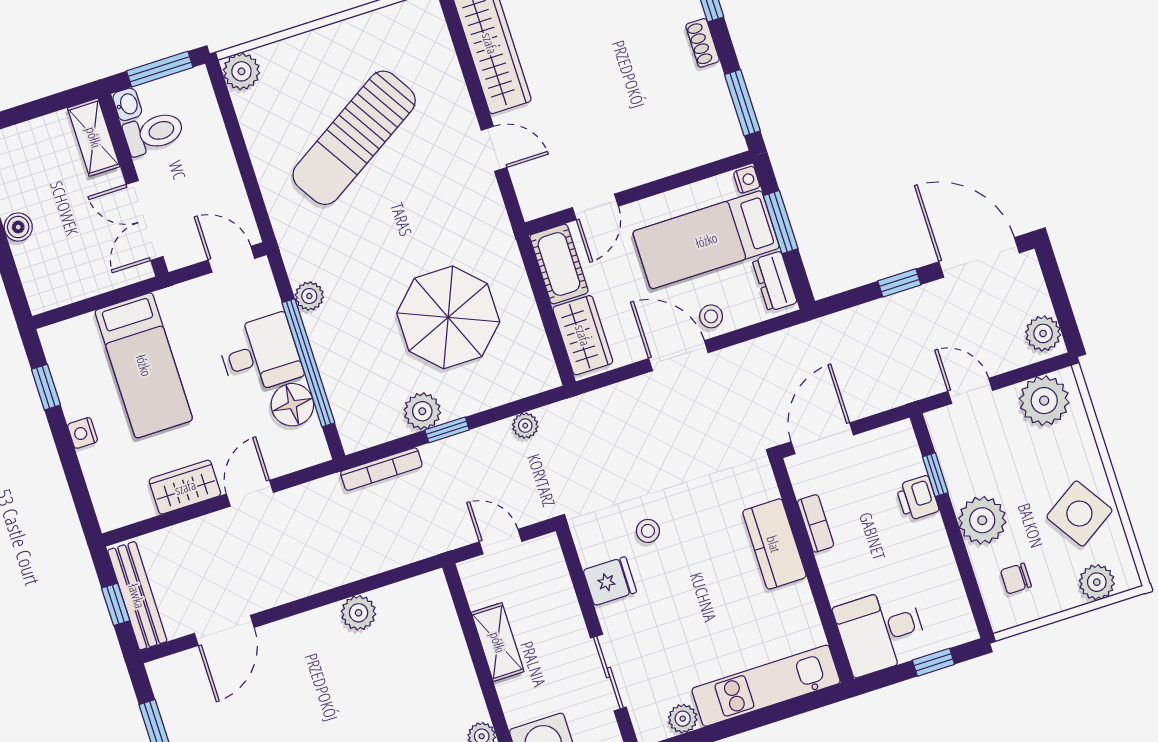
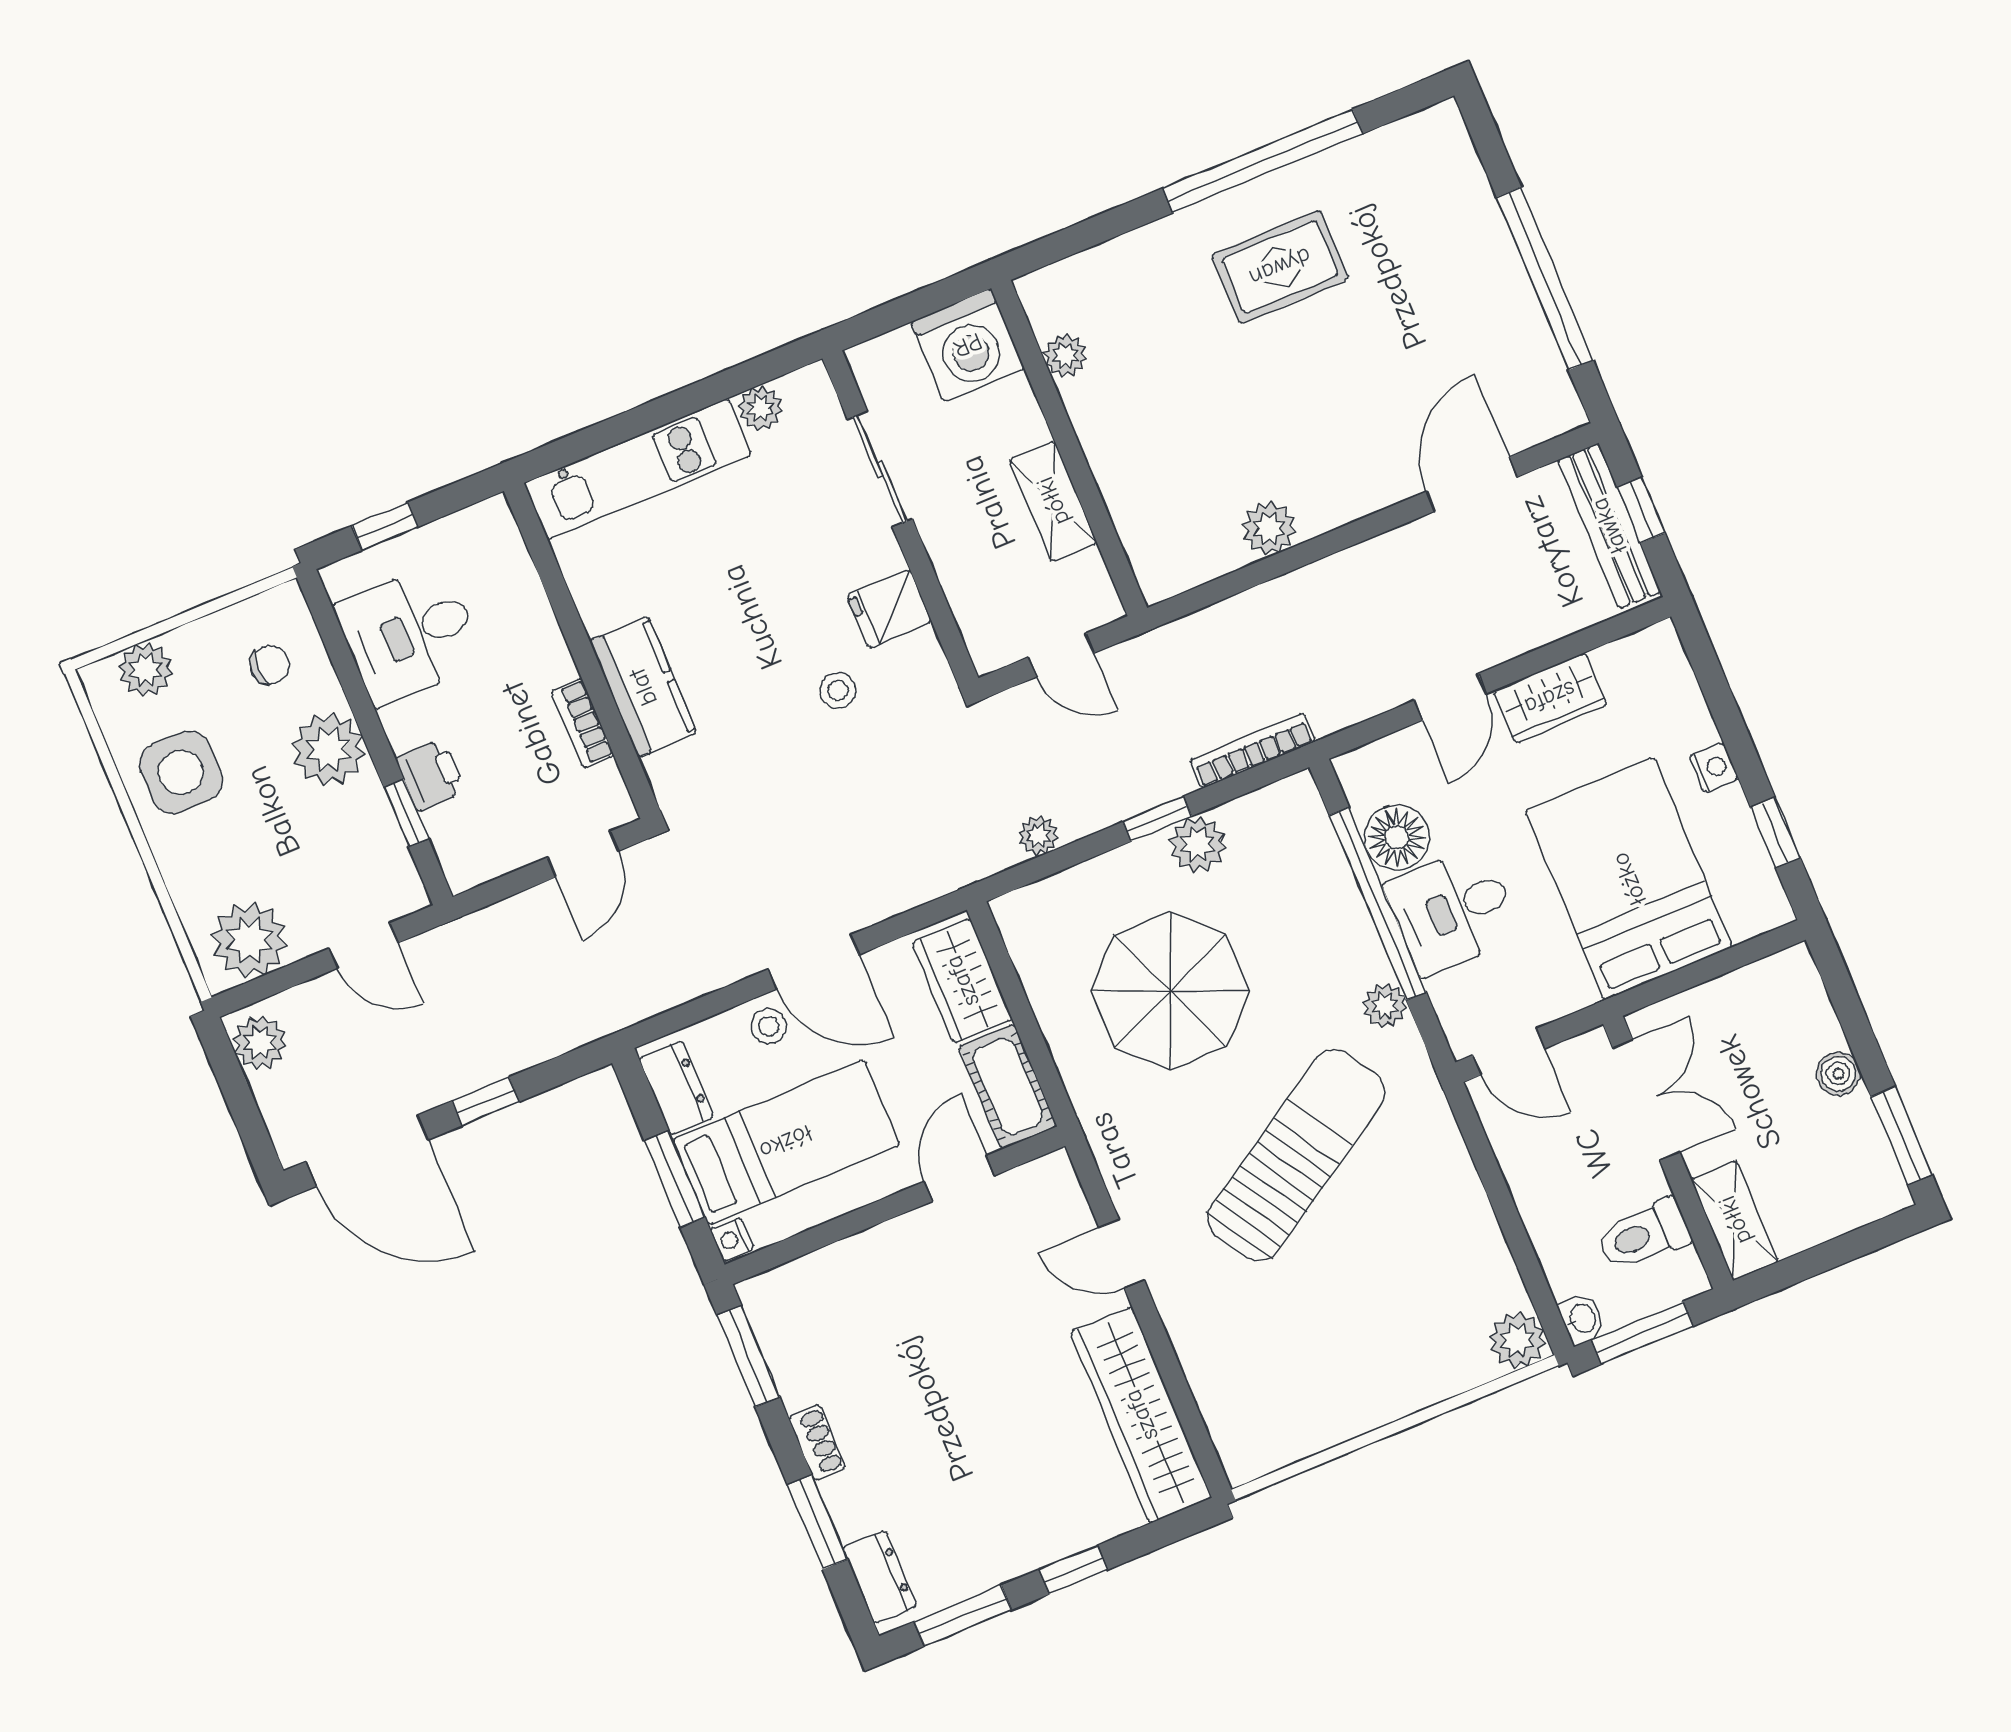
washbasin: (127, 104) -> (1582, 1319), moved, turned 180
sun lounger: (354, 138) -> (1296, 1155), moved
bed: (144, 365) -> (1629, 879), width x1.50
door: (822, 438) -> (583, 854), width x0.73
side table: (1079, 514) -> (181, 772), turned 33
desk: (881, 631) -> (410, 634), moved, turned 180

